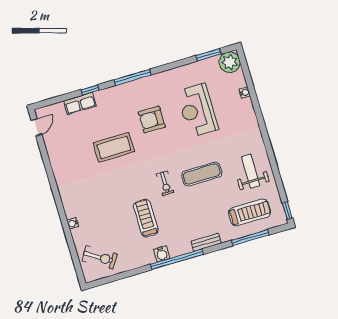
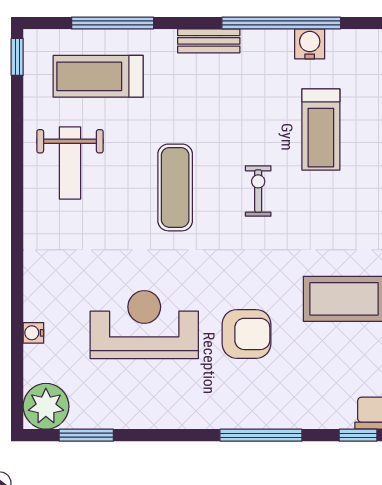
reception desk: (197, 110) -> (144, 325), turned -90
exercise mat: (202, 174) -> (175, 187), turned 90

